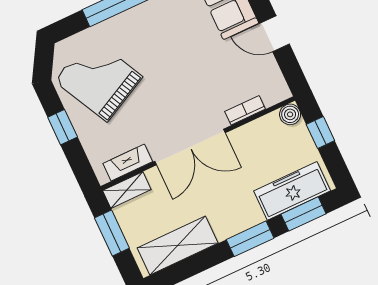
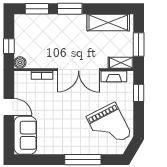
window: (63, 127) -> (139, 93), moved
double door: (190, 147) -> (79, 70), swing flipped
freezer: (292, 191) -> (37, 23), removed

